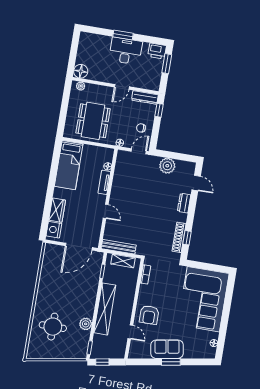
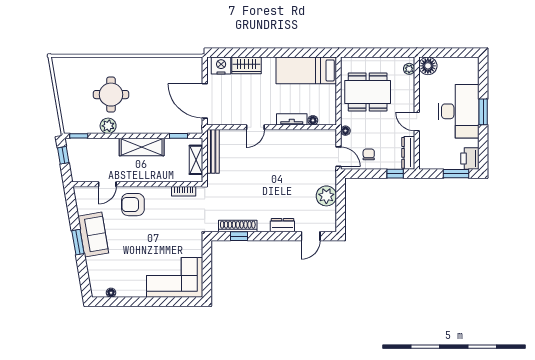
desk: (126, 51) -> (459, 111), width x1.36, depth x1.30
corner sofa: (203, 299) -> (175, 277), width x0.73, depth x0.74
shelving: (105, 309) -> (142, 147), width x0.68
round table: (53, 327) -> (111, 95), moved

